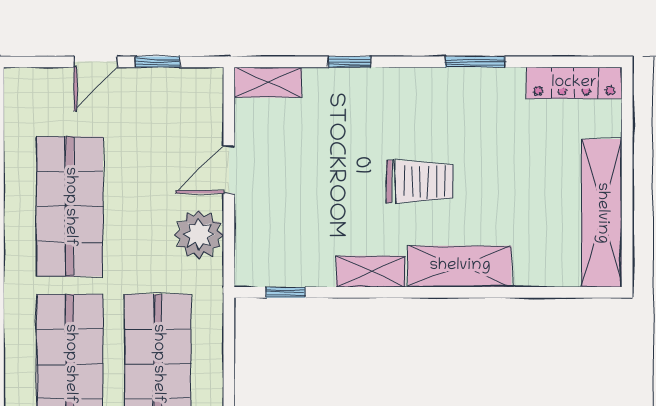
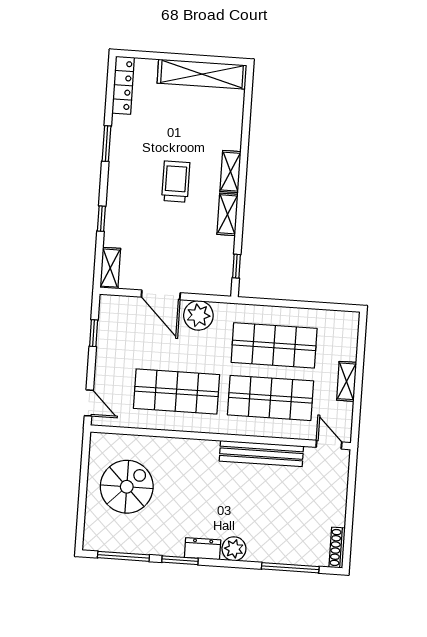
door: (96, 62) -> (89, 403), moved
door: (229, 170) -> (161, 295), width x1.38
shelving: (460, 266) -> (230, 172), width x0.67, depth x0.75

